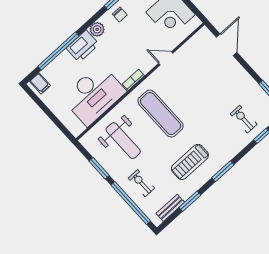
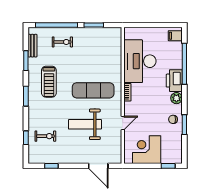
weight bench: (123, 141) -> (85, 124), moved
treadmill: (190, 162) -> (49, 82), turned 180

